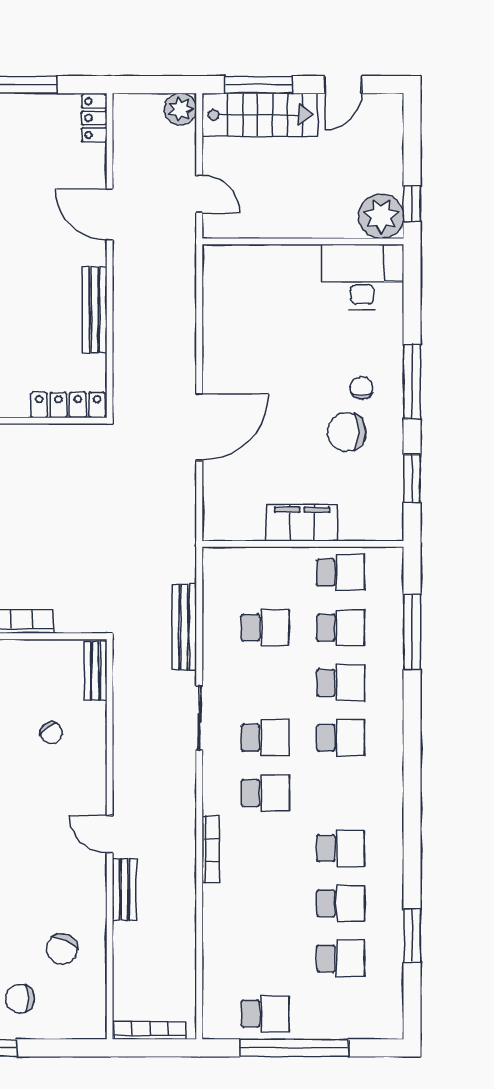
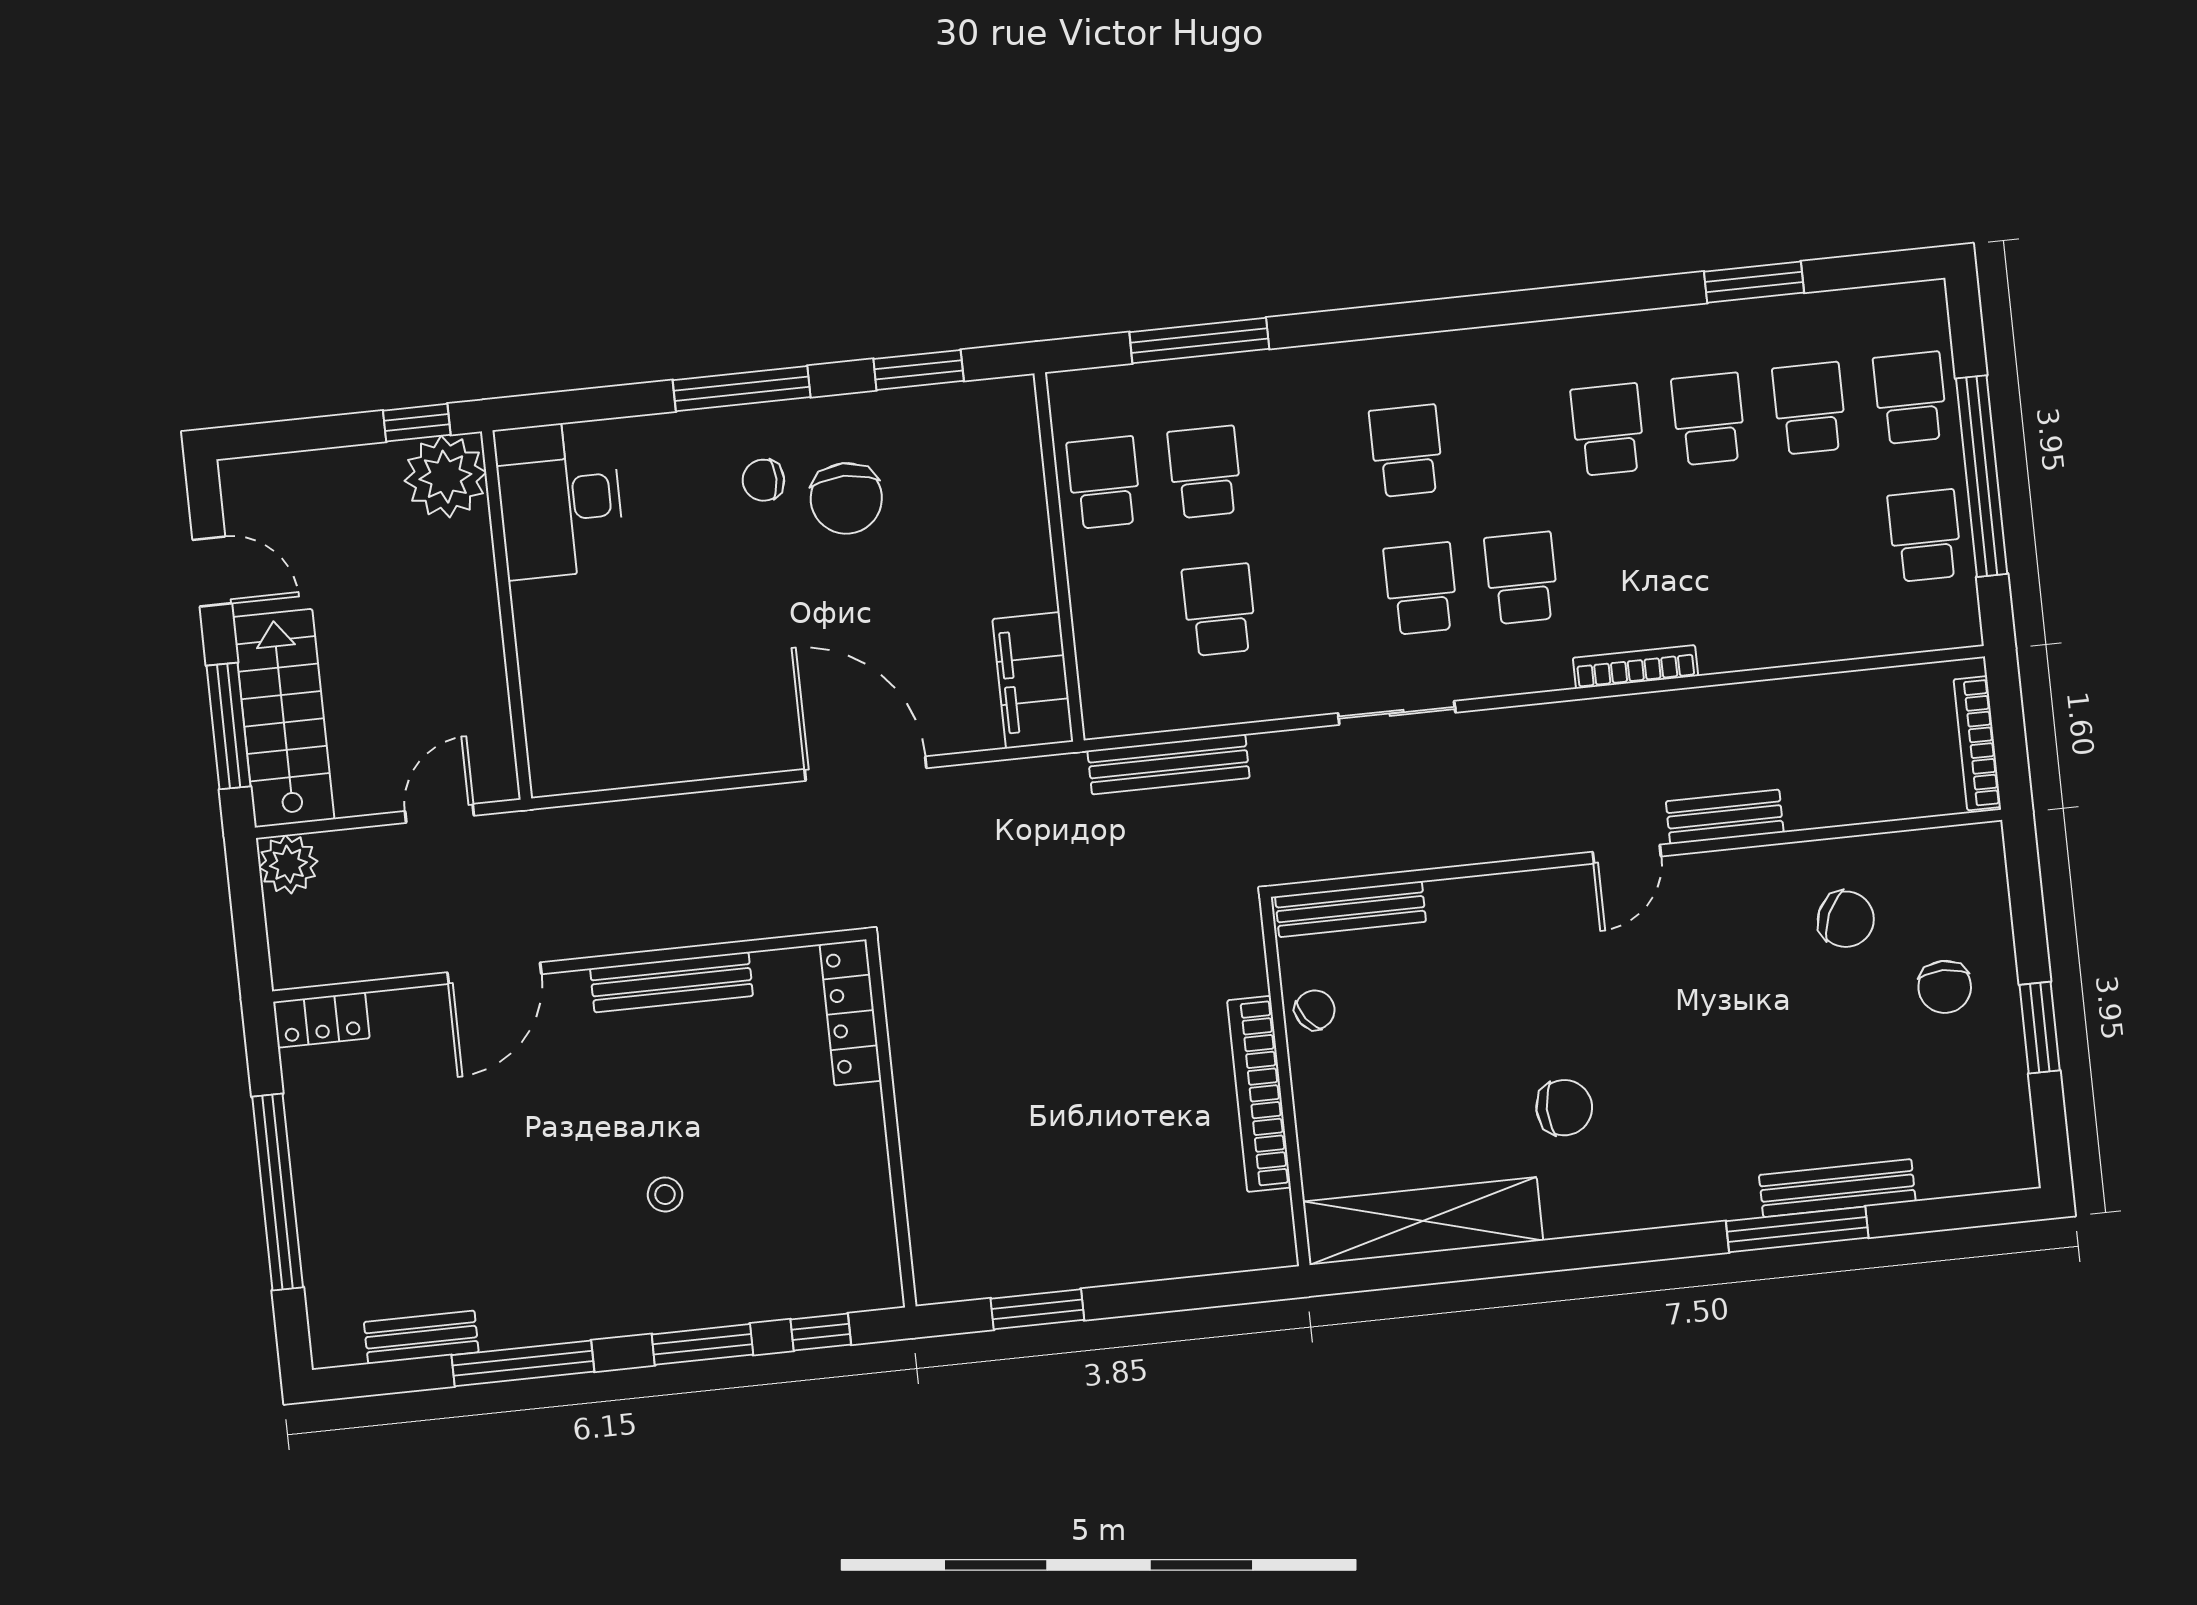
filing cabinet: (302, 523) -> (1033, 680), moved
bench: (184, 627) -> (1169, 764), moved
bench: (96, 671) -> (1350, 909), width x1.36
school desk: (341, 683) -> (1910, 398), moved
chair: (51, 733) -> (1315, 1010), moved

